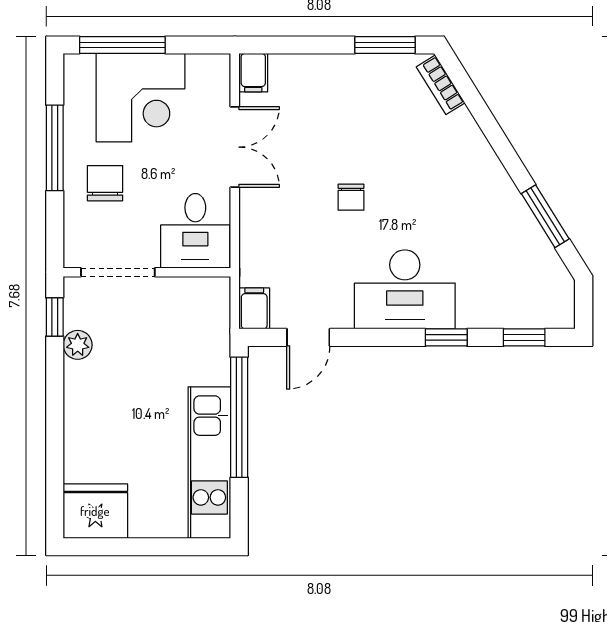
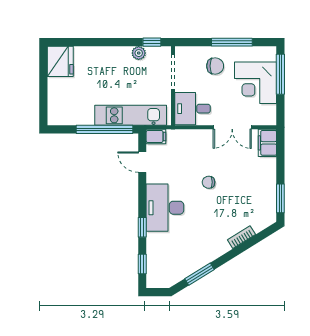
filing cabinet: (253, 73) -> (267, 143), width x2.00
bookcase: (441, 85) -> (241, 237), moved
kitchen unit: (209, 463) -> (131, 115), moved

